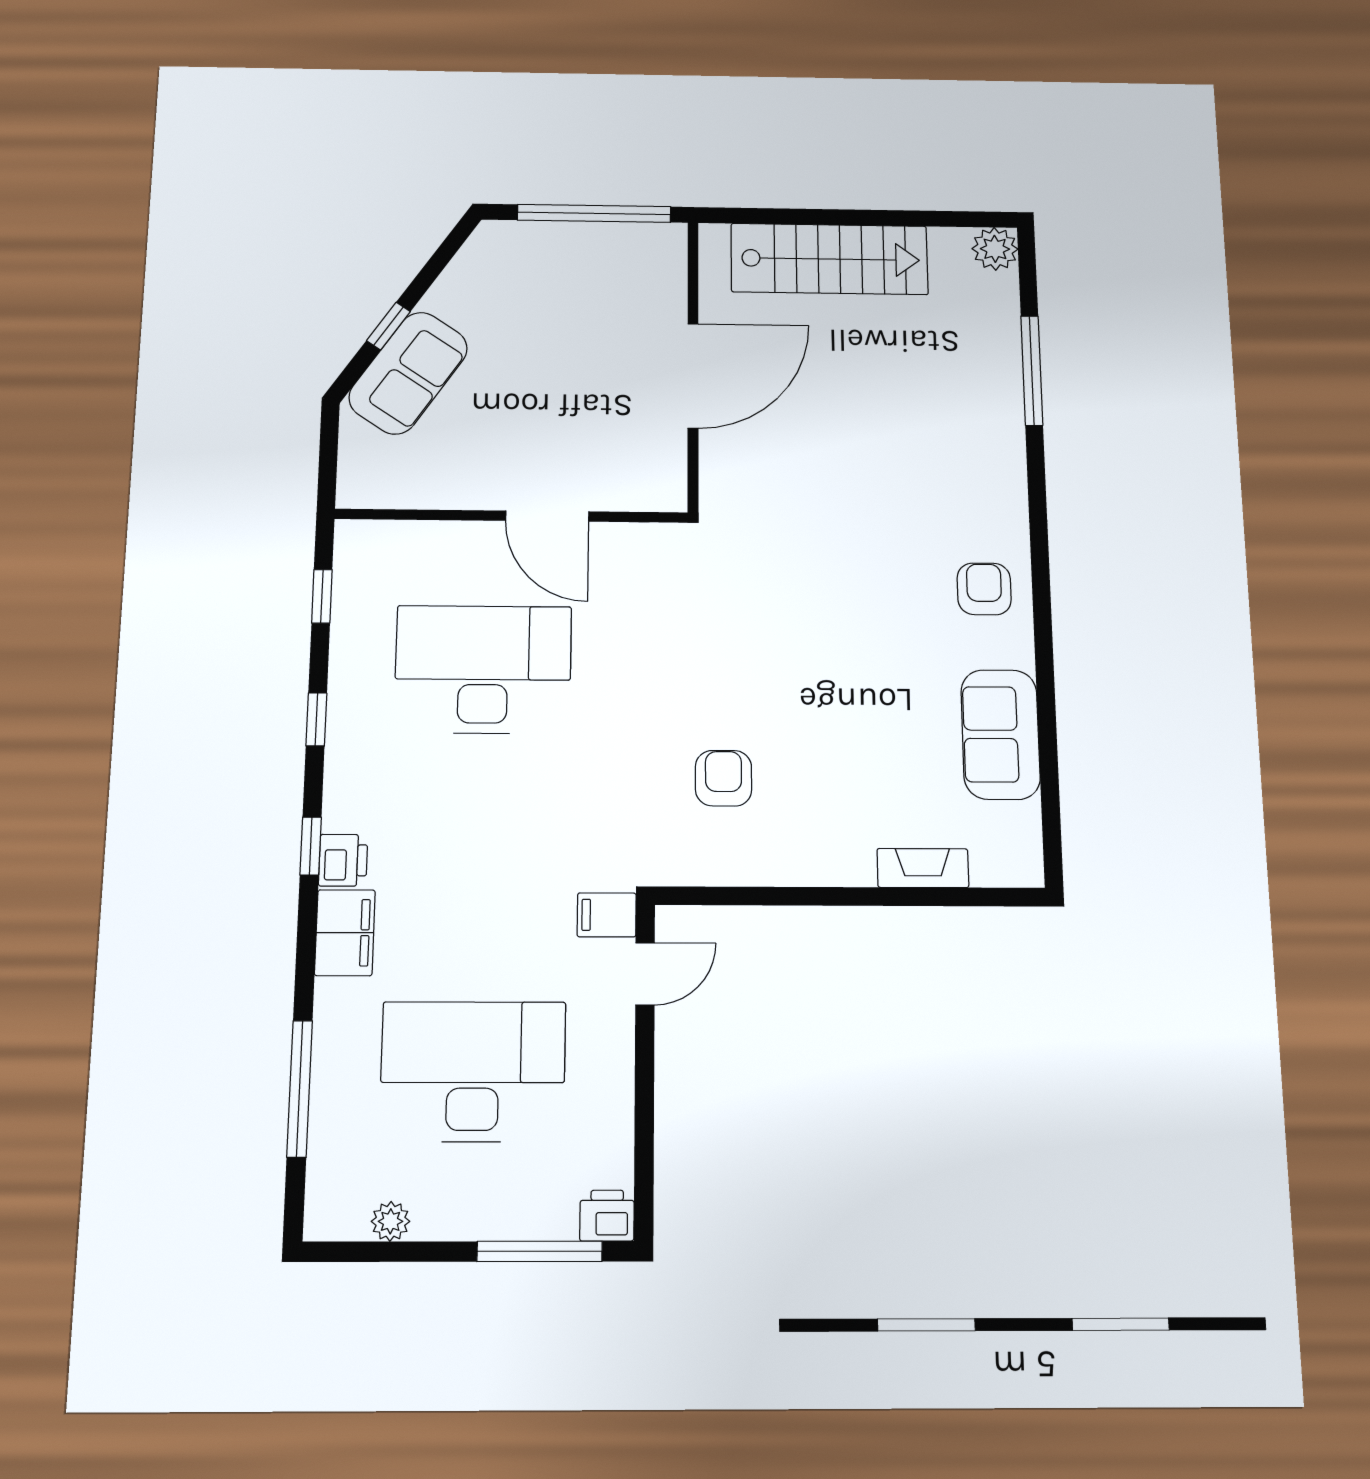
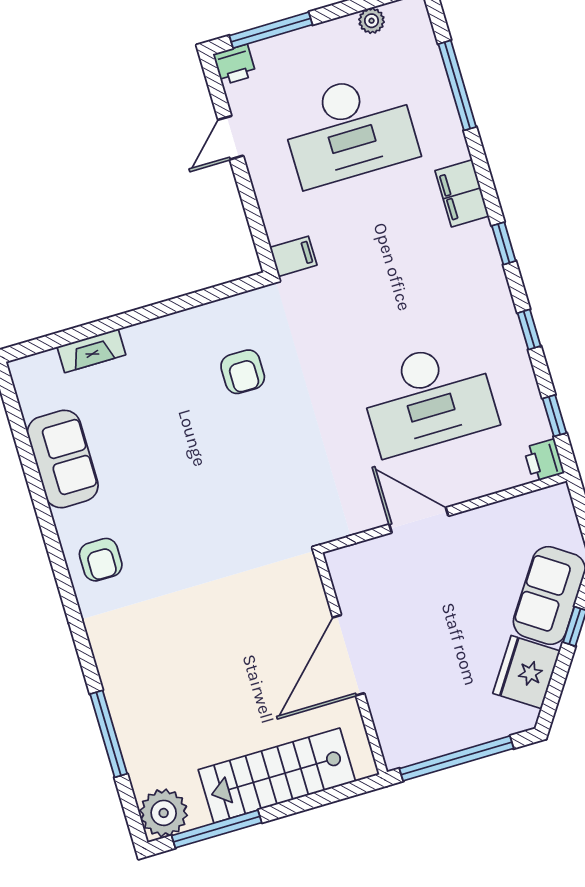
window: (925, 219) -> (217, 829), added
plant: (995, 249) -> (164, 813), width x1.36, depth x1.36
fridge: (470, 289) -> (526, 672), added
printer: (343, 860) -> (544, 460), moved
door: (645, 974) -> (231, 138), moved

